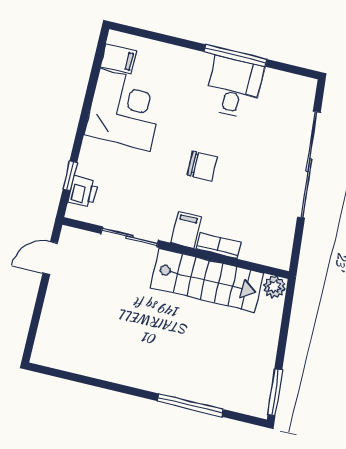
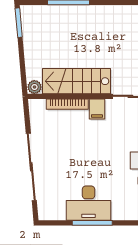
desk: (234, 87) -> (88, 203), width x1.37
chair: (202, 166) -> (96, 150), removed
bookcase: (219, 245) -> (67, 104), width x1.56

